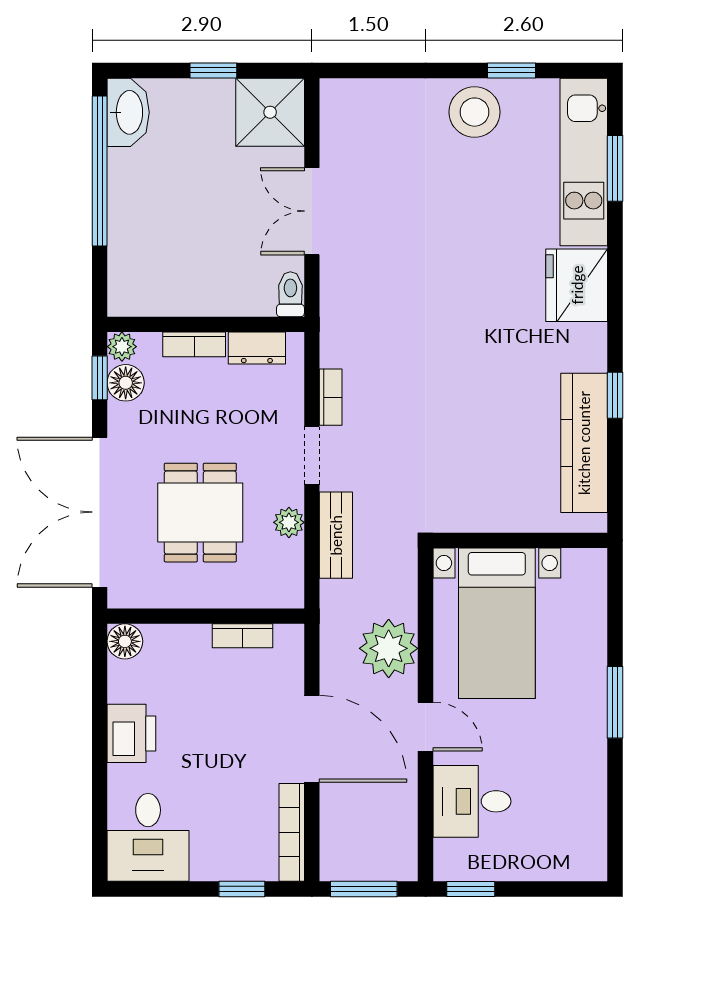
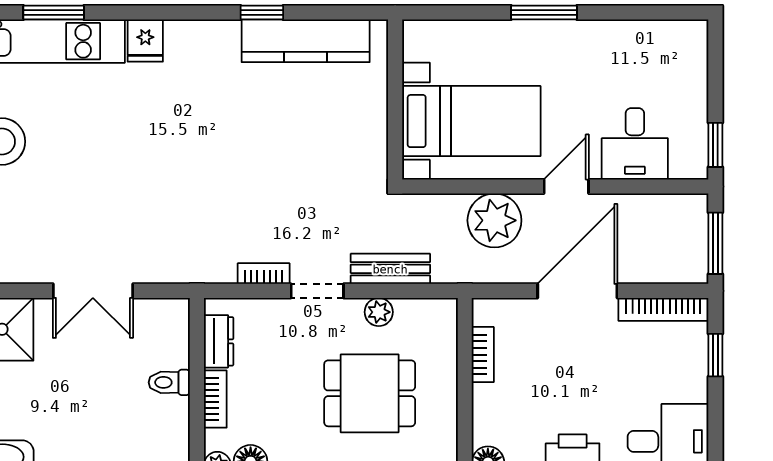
fridge: (577, 285) -> (145, 41), width x0.53, depth x0.75
toilet: (290, 294) -> (169, 382), moved

